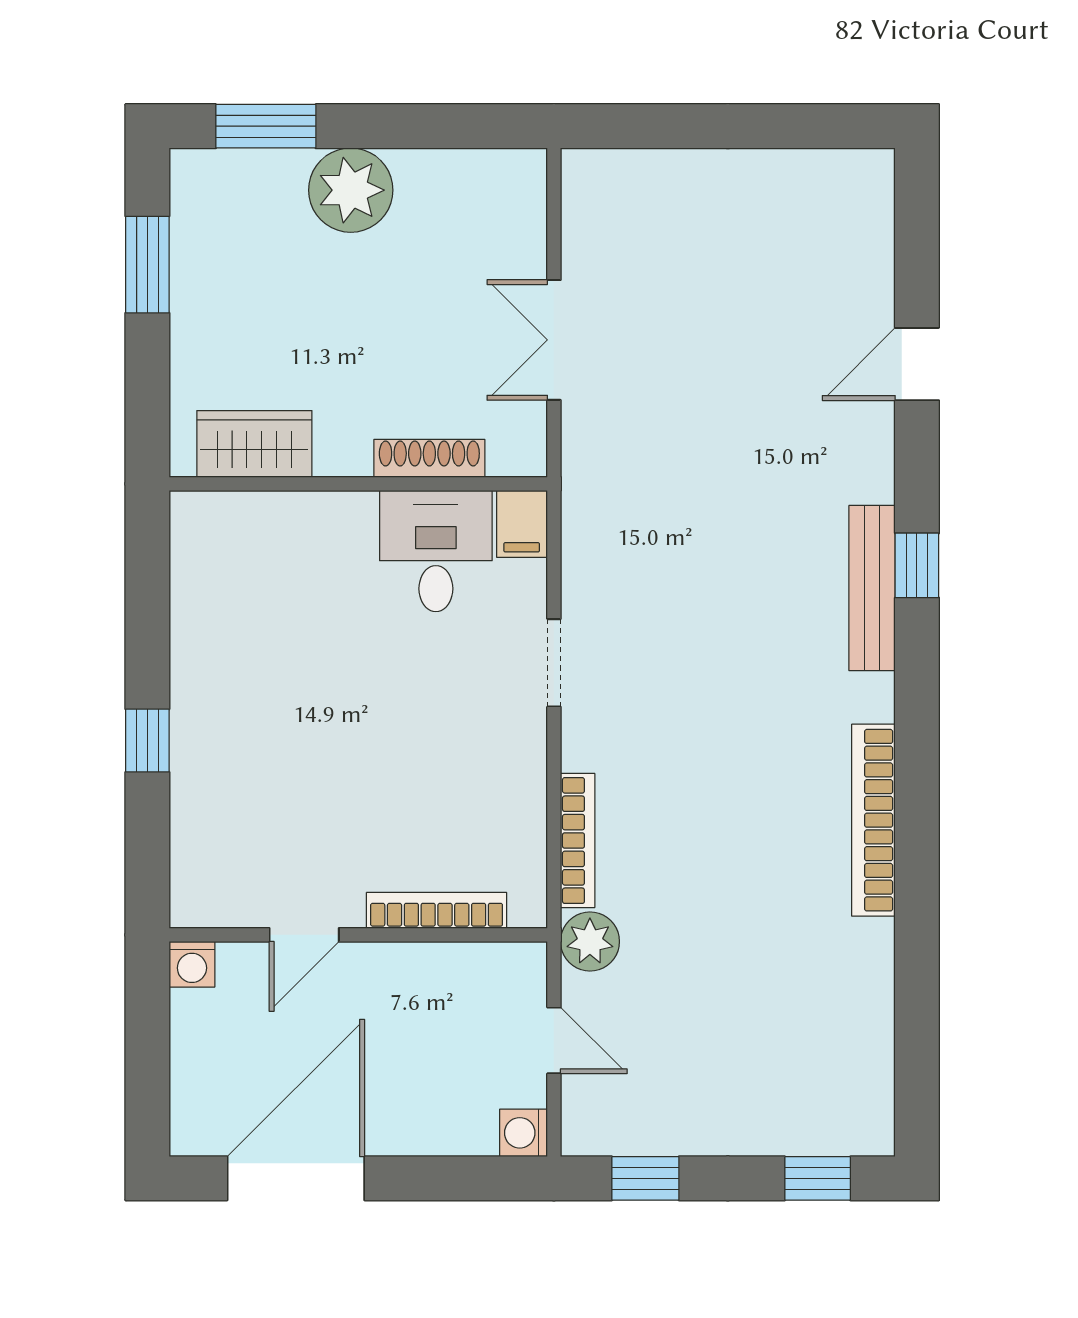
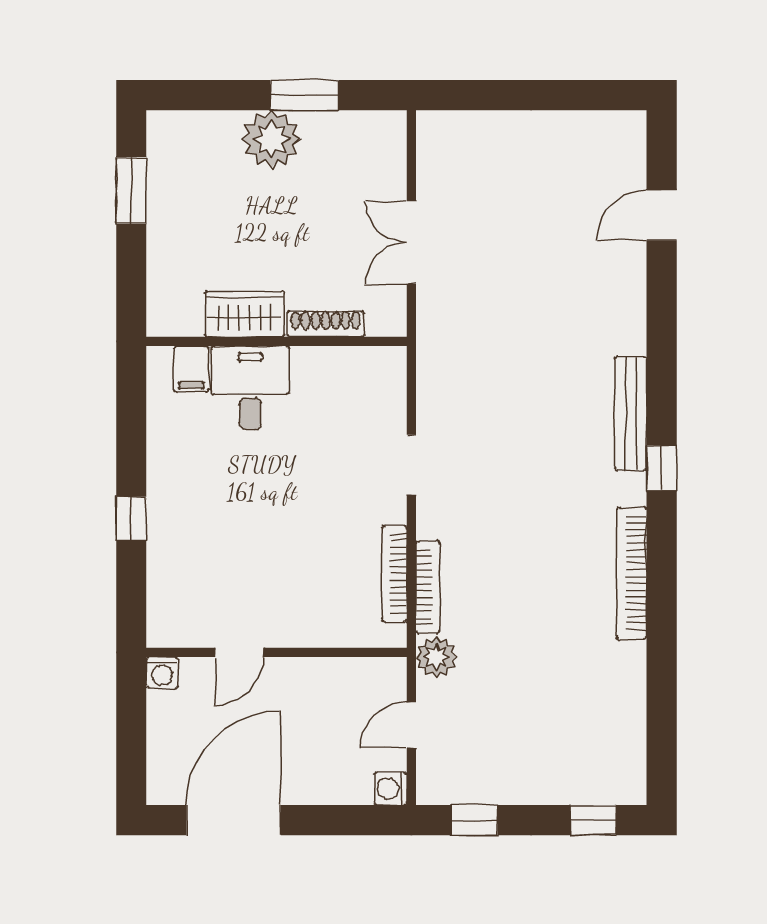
window: (266, 126) -> (305, 95), moved
door: (917, 364) -> (662, 215), moved
wardrobe: (254, 444) -> (245, 314), moved
filing cabinet: (522, 524) -> (191, 369), moved
desk: (436, 551) -> (250, 388), moved
window: (917, 565) -> (662, 468), moved
bookcase: (437, 910) -> (395, 574), moved, turned -90
door: (554, 1040) -> (411, 725), swing flipped

